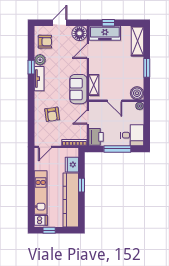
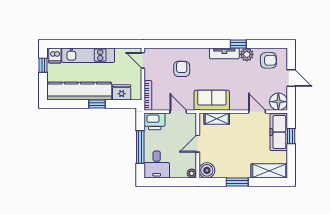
armchair: (45, 42) -> (268, 60), turned -92
armchair: (52, 114) -> (182, 69), turned 98

